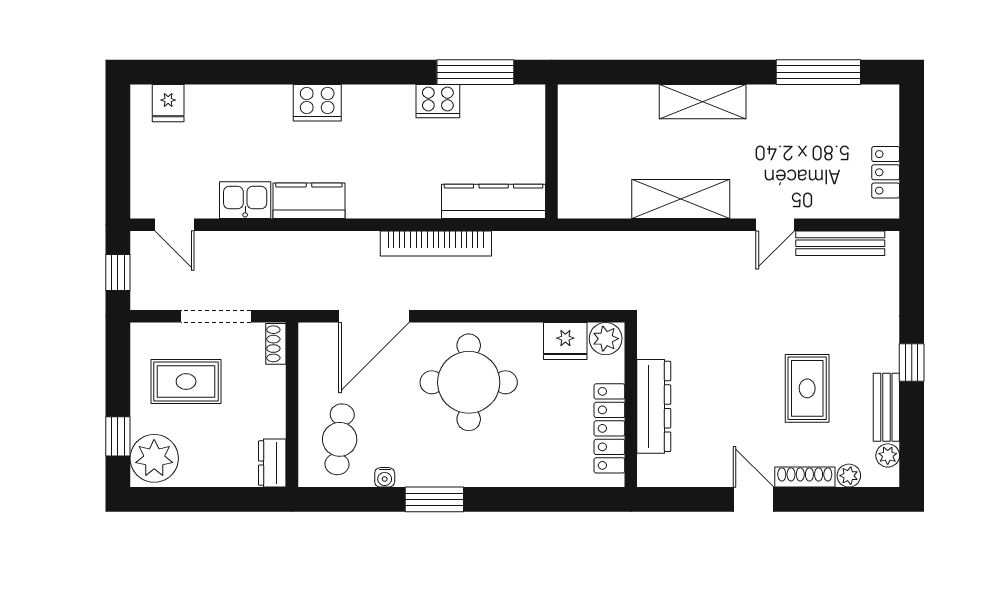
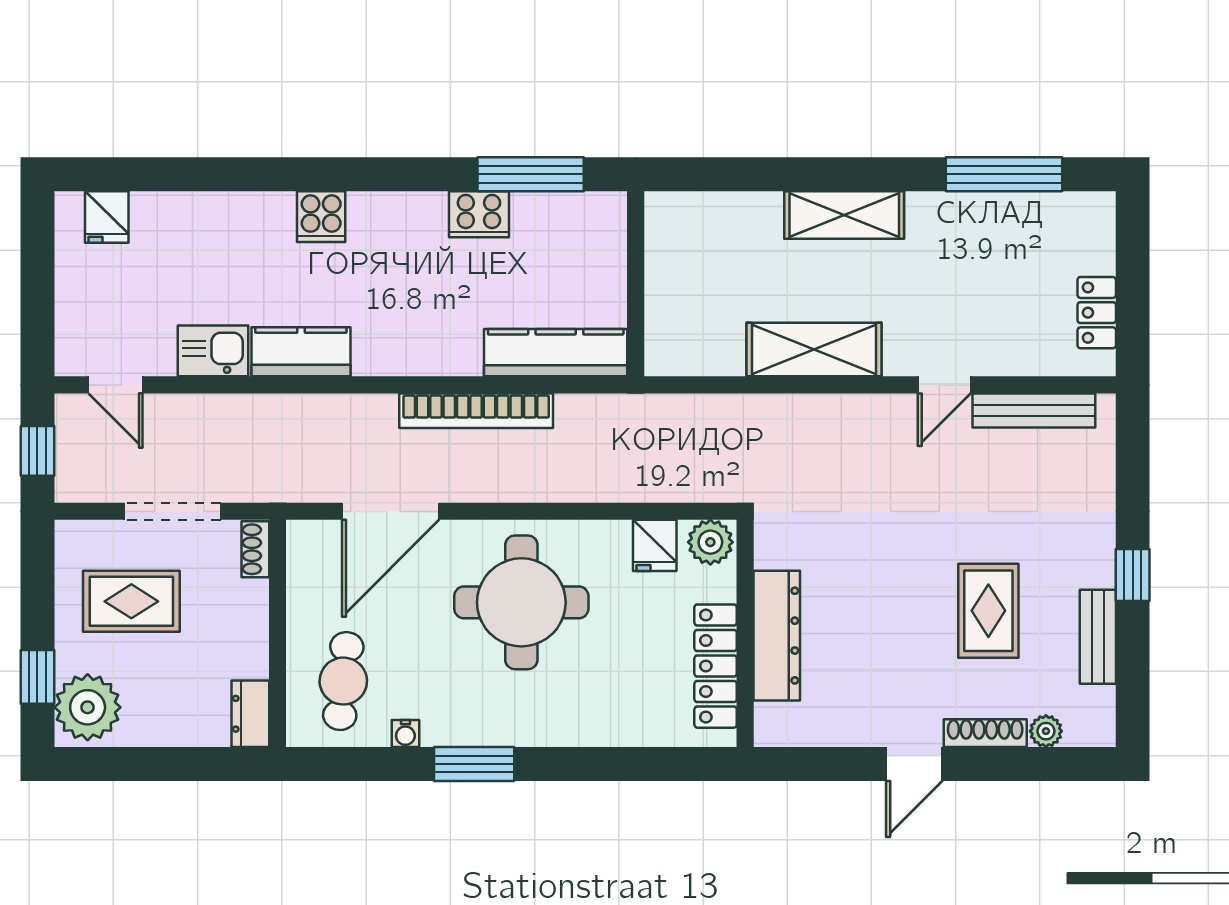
cooker: (317, 103) -> (321, 217), width x0.73
fridge: (565, 341) -> (655, 545), width x0.72
plant: (888, 455) -> (1100, 703), removed
door: (753, 499) -> (914, 764), swing flipped

